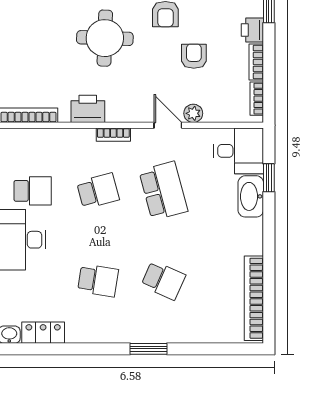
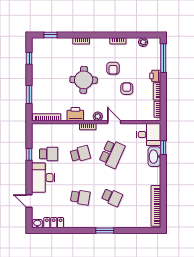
plant: (193, 113) -> (98, 116), moved
school desk: (163, 191) -> (112, 154), turned 39

